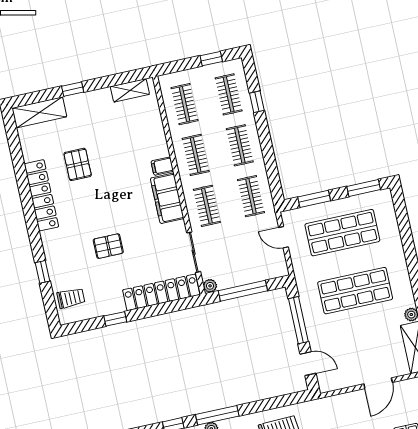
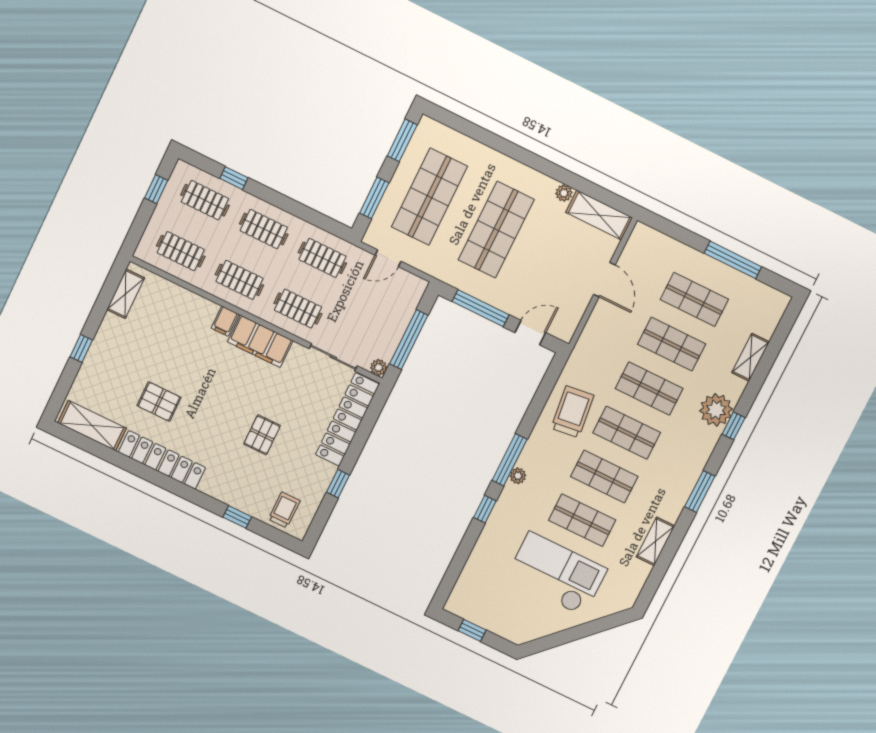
shelving: (39, 112) -> (92, 426), moved, turned 90

